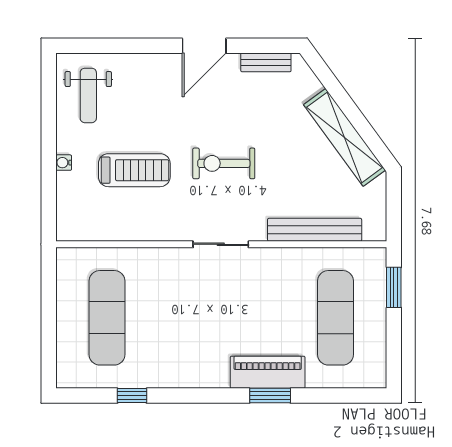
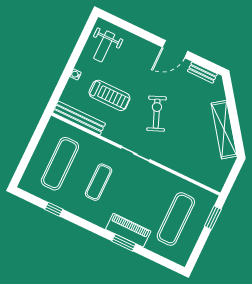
exercise bike: (224, 163) -> (157, 114), turned 68
bench: (315, 230) -> (79, 118), moved
exercise mat: (183, 318) -> (99, 182), added

